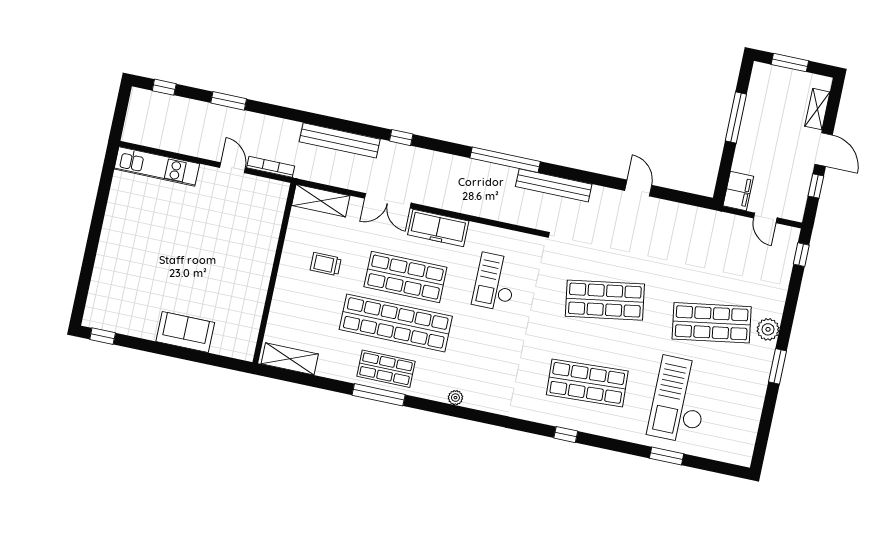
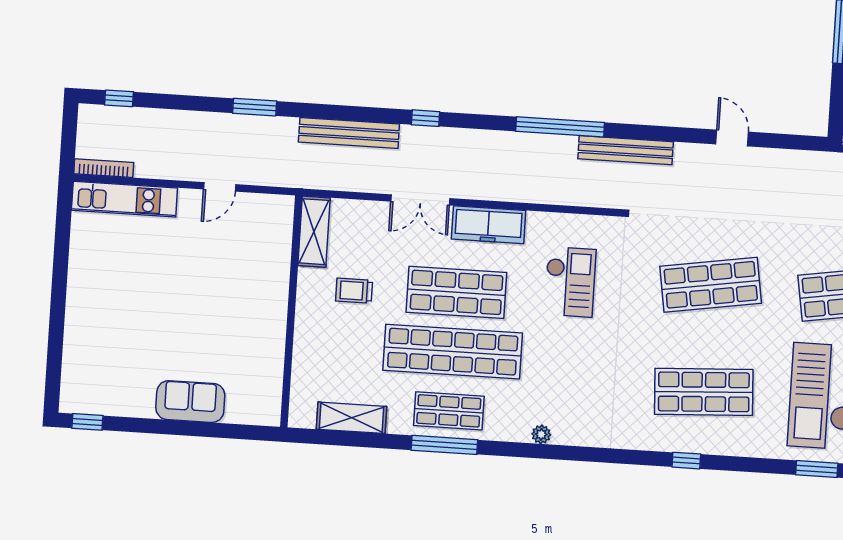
window: (229, 101) -> (255, 107), moved
bookcase: (271, 167) -> (104, 168), moved
door: (233, 168) -> (220, 187), swing flipped
shelving: (321, 201) -> (314, 232), moved, turned 90
checkout: (495, 282) -> (570, 282), turned 180
shelving: (290, 359) -> (351, 418), moved

